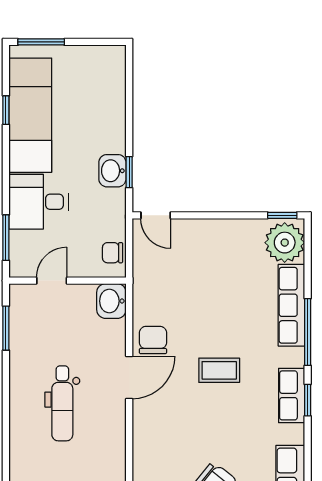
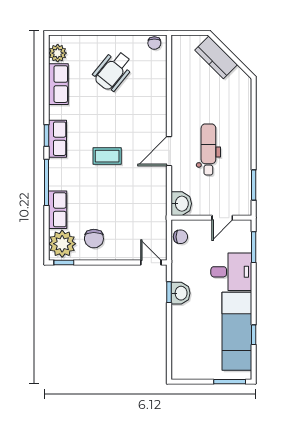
row of seats: (291, 305) -> (58, 210), width x0.68
chair: (153, 340) -> (94, 239), moved
dental chair: (62, 403) -> (208, 149), moved

